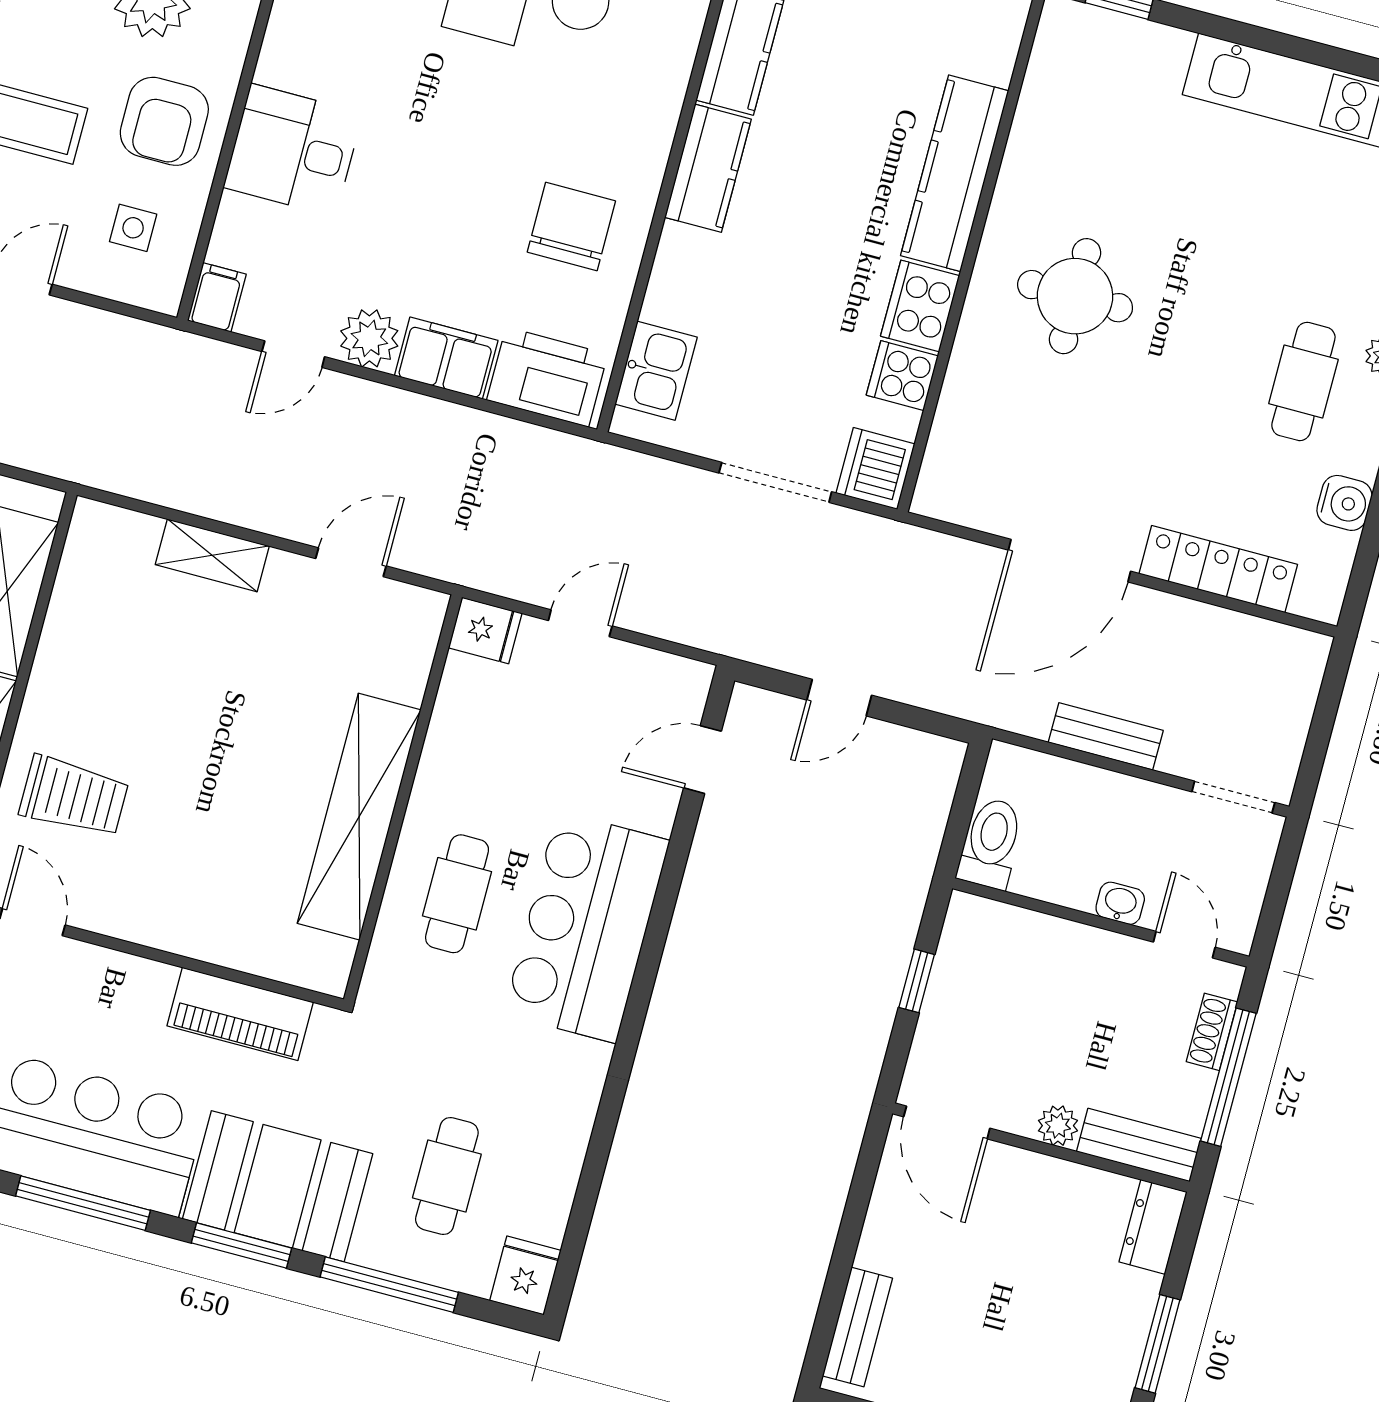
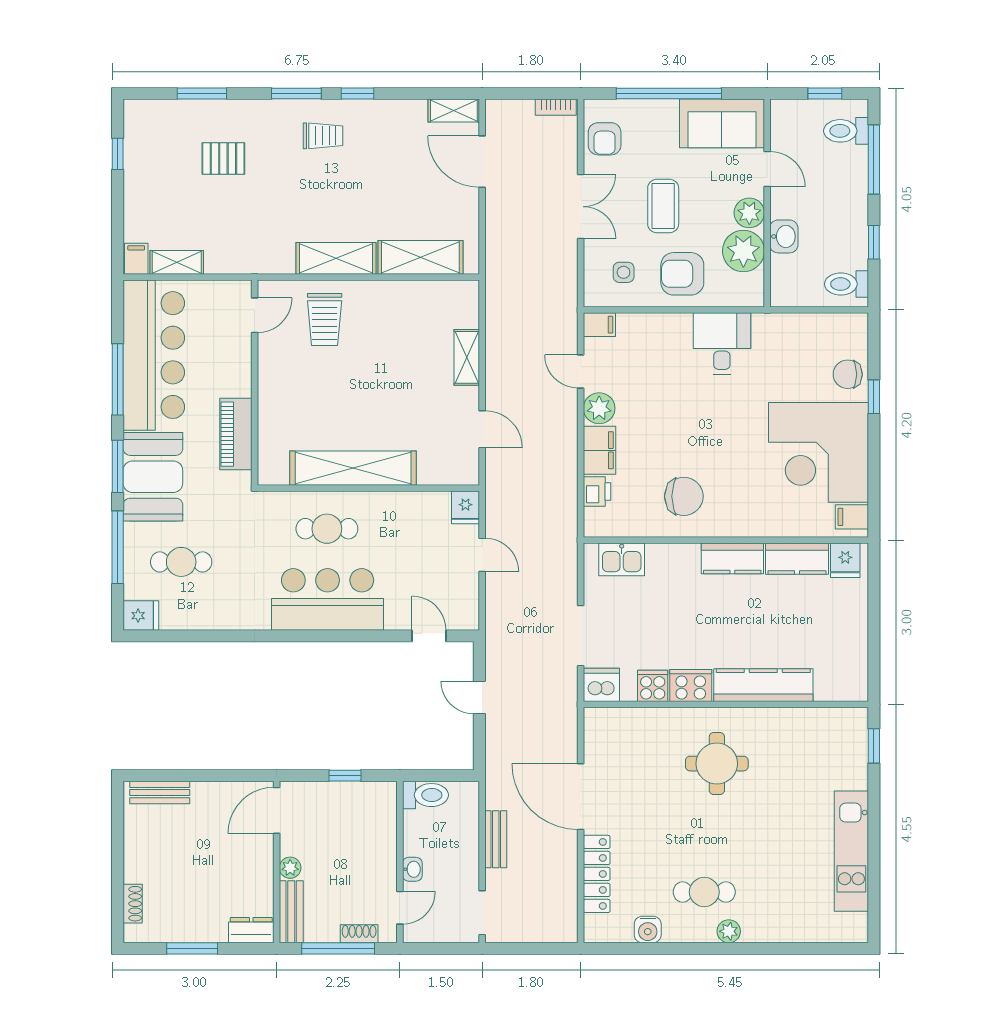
desk: (293, 150) -> (722, 344), moved
printer: (547, 377) -> (597, 492), width x0.53, depth x0.68

